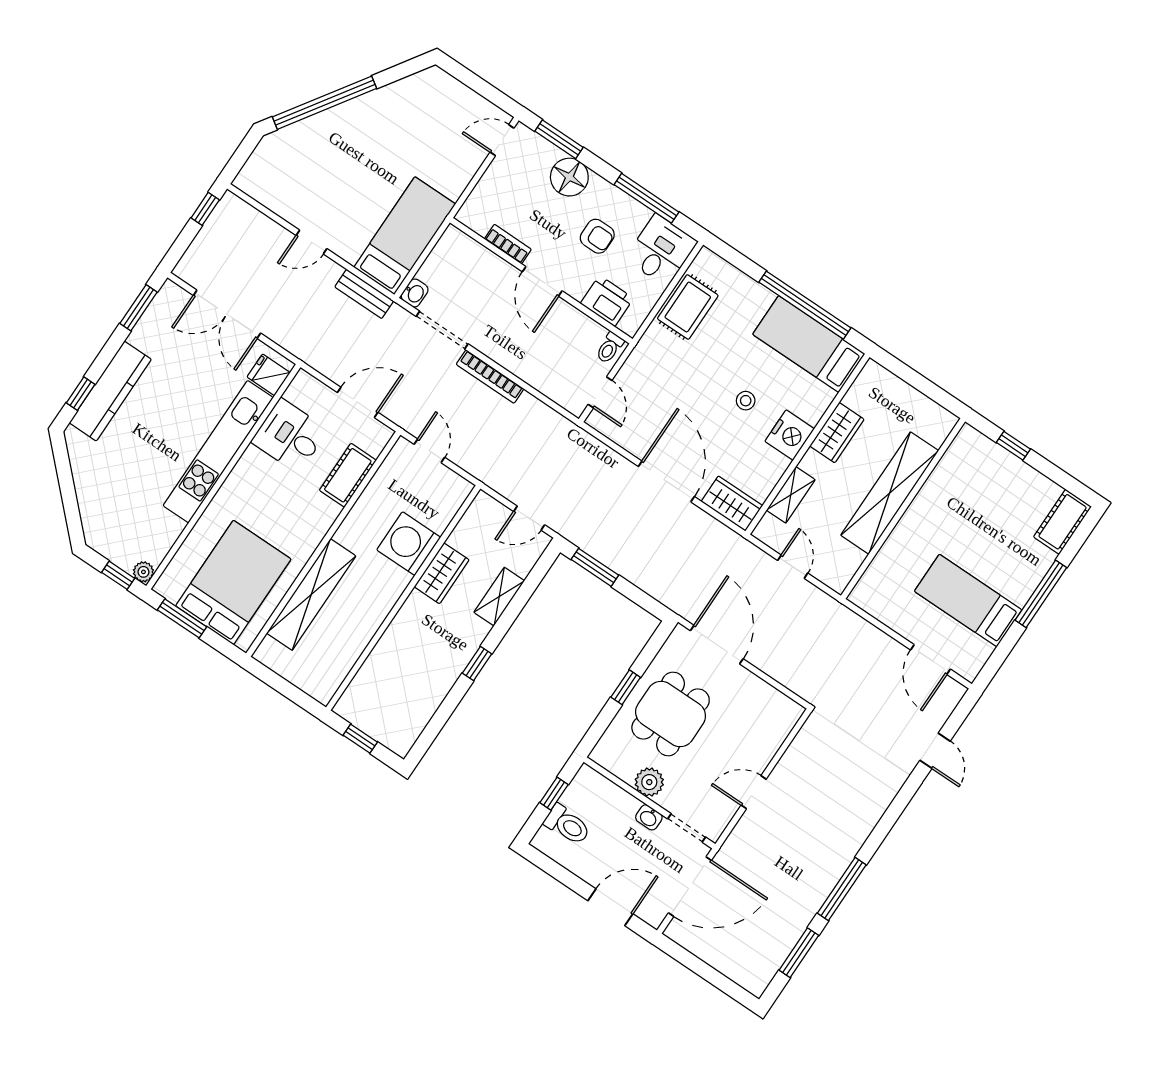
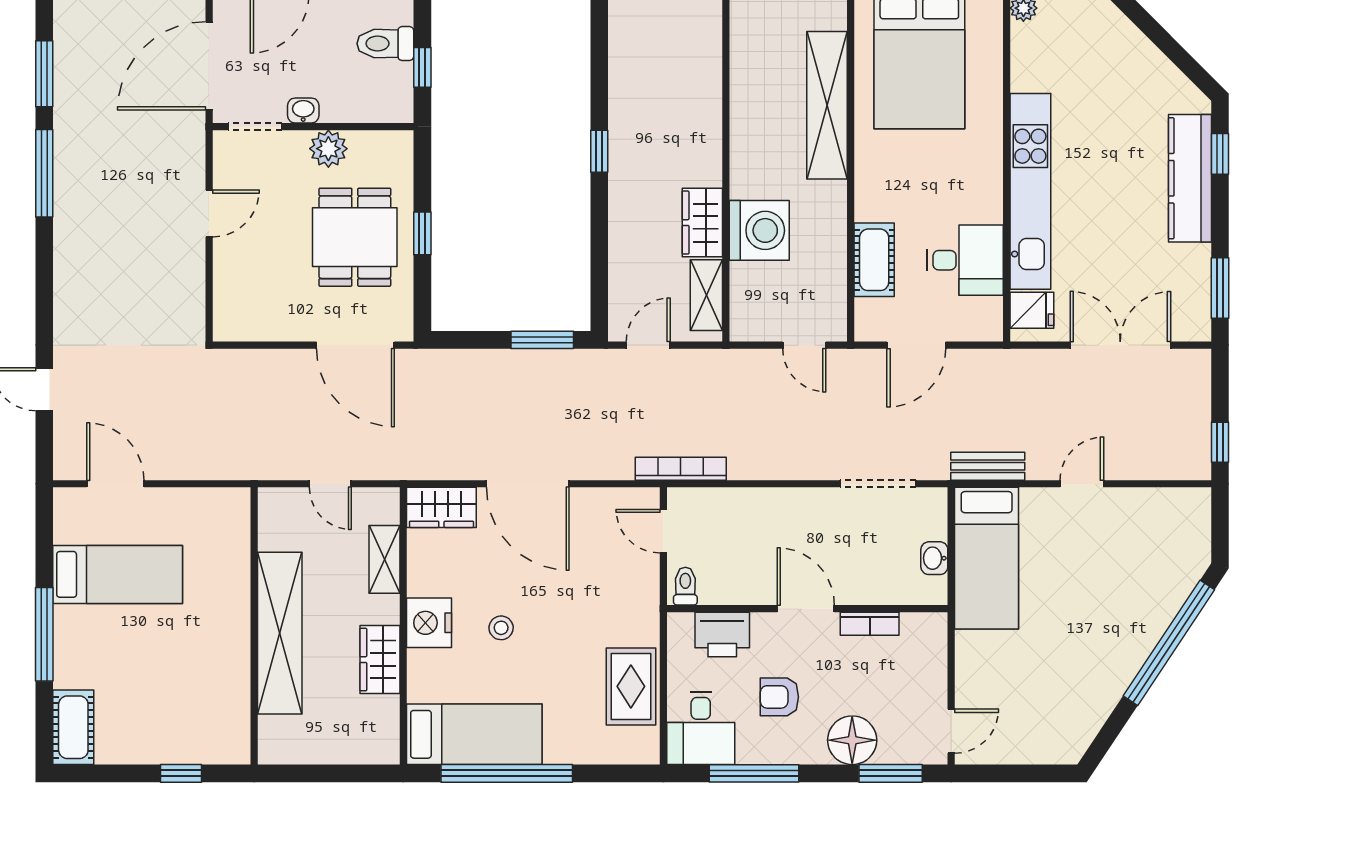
washbasin: (415, 293) -> (934, 558), moved
bookcase: (490, 377) -> (681, 469), moved
shelving: (499, 597) -> (706, 295), moved

